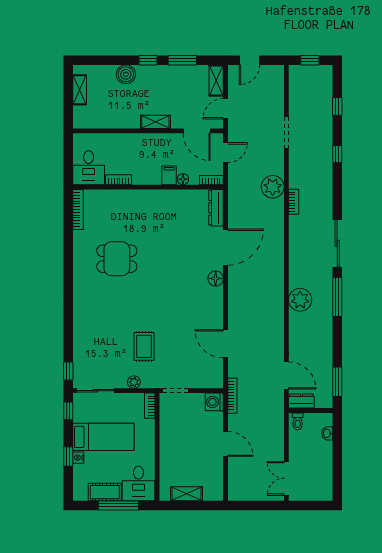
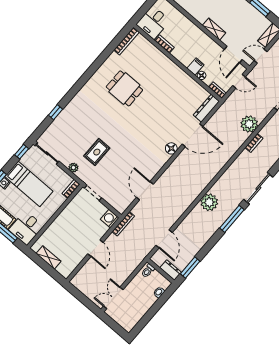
window: (68, 371) -> (56, 112), moved
dresser: (301, 401) -> (171, 270), moved

